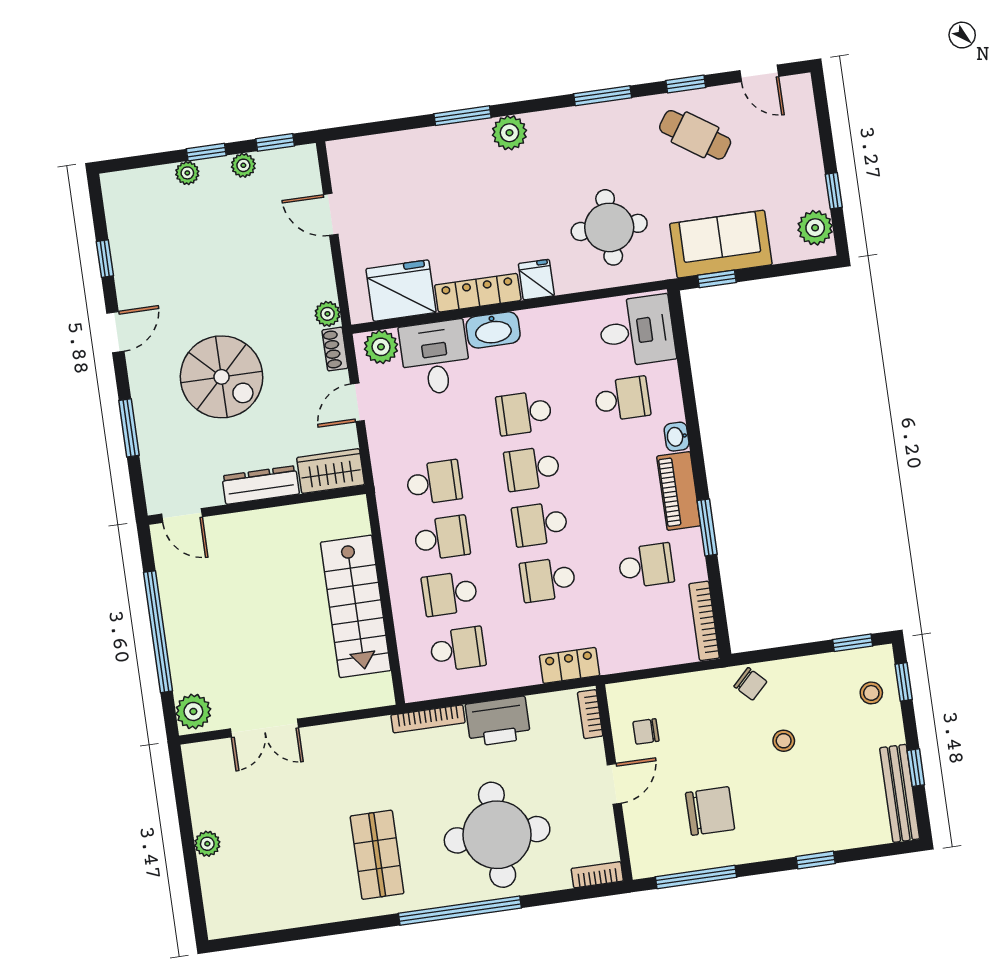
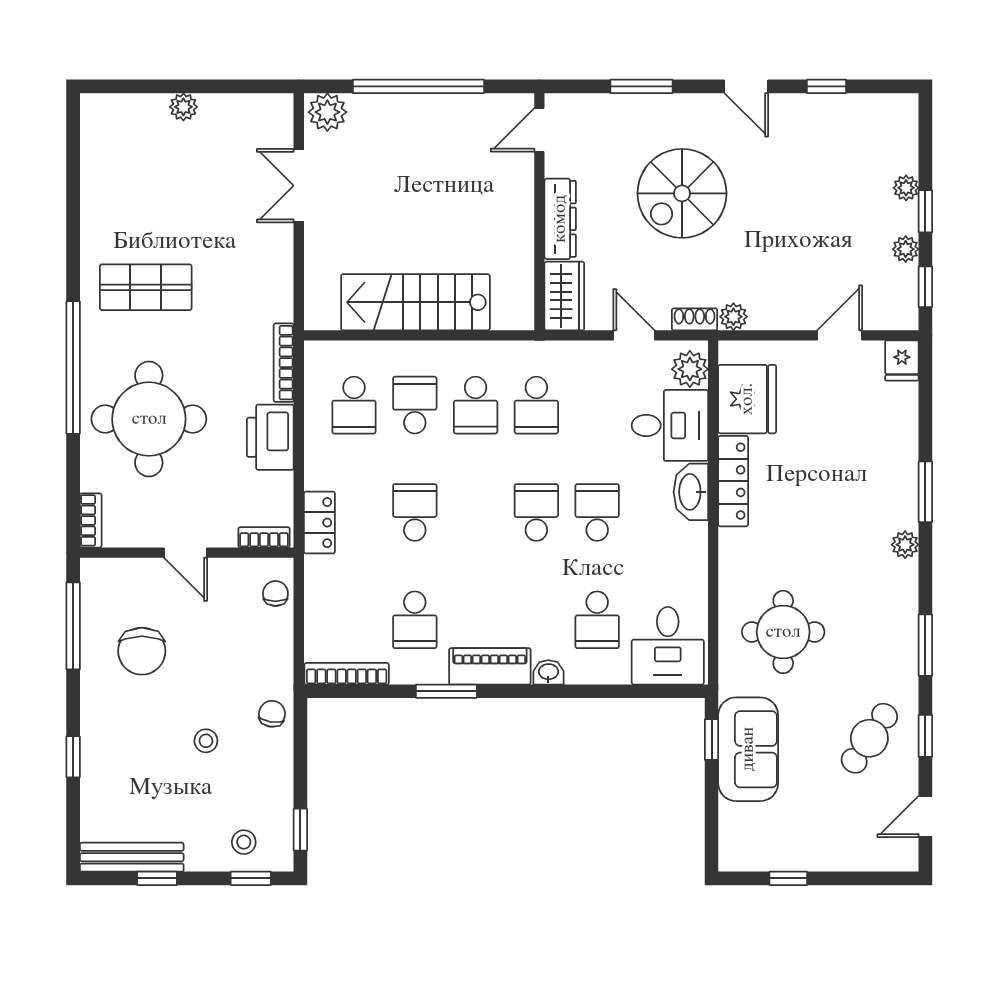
plant: (509, 133) -> (905, 545), width x0.73, depth x0.73
plant: (815, 228) -> (751, 853), removed
fridge: (536, 280) -> (902, 360), moved, turned 90
school desk: (540, 524) -> (476, 512), removed
chair: (750, 684) -> (272, 714), turned 143
chair: (646, 731) -> (275, 594), moved

